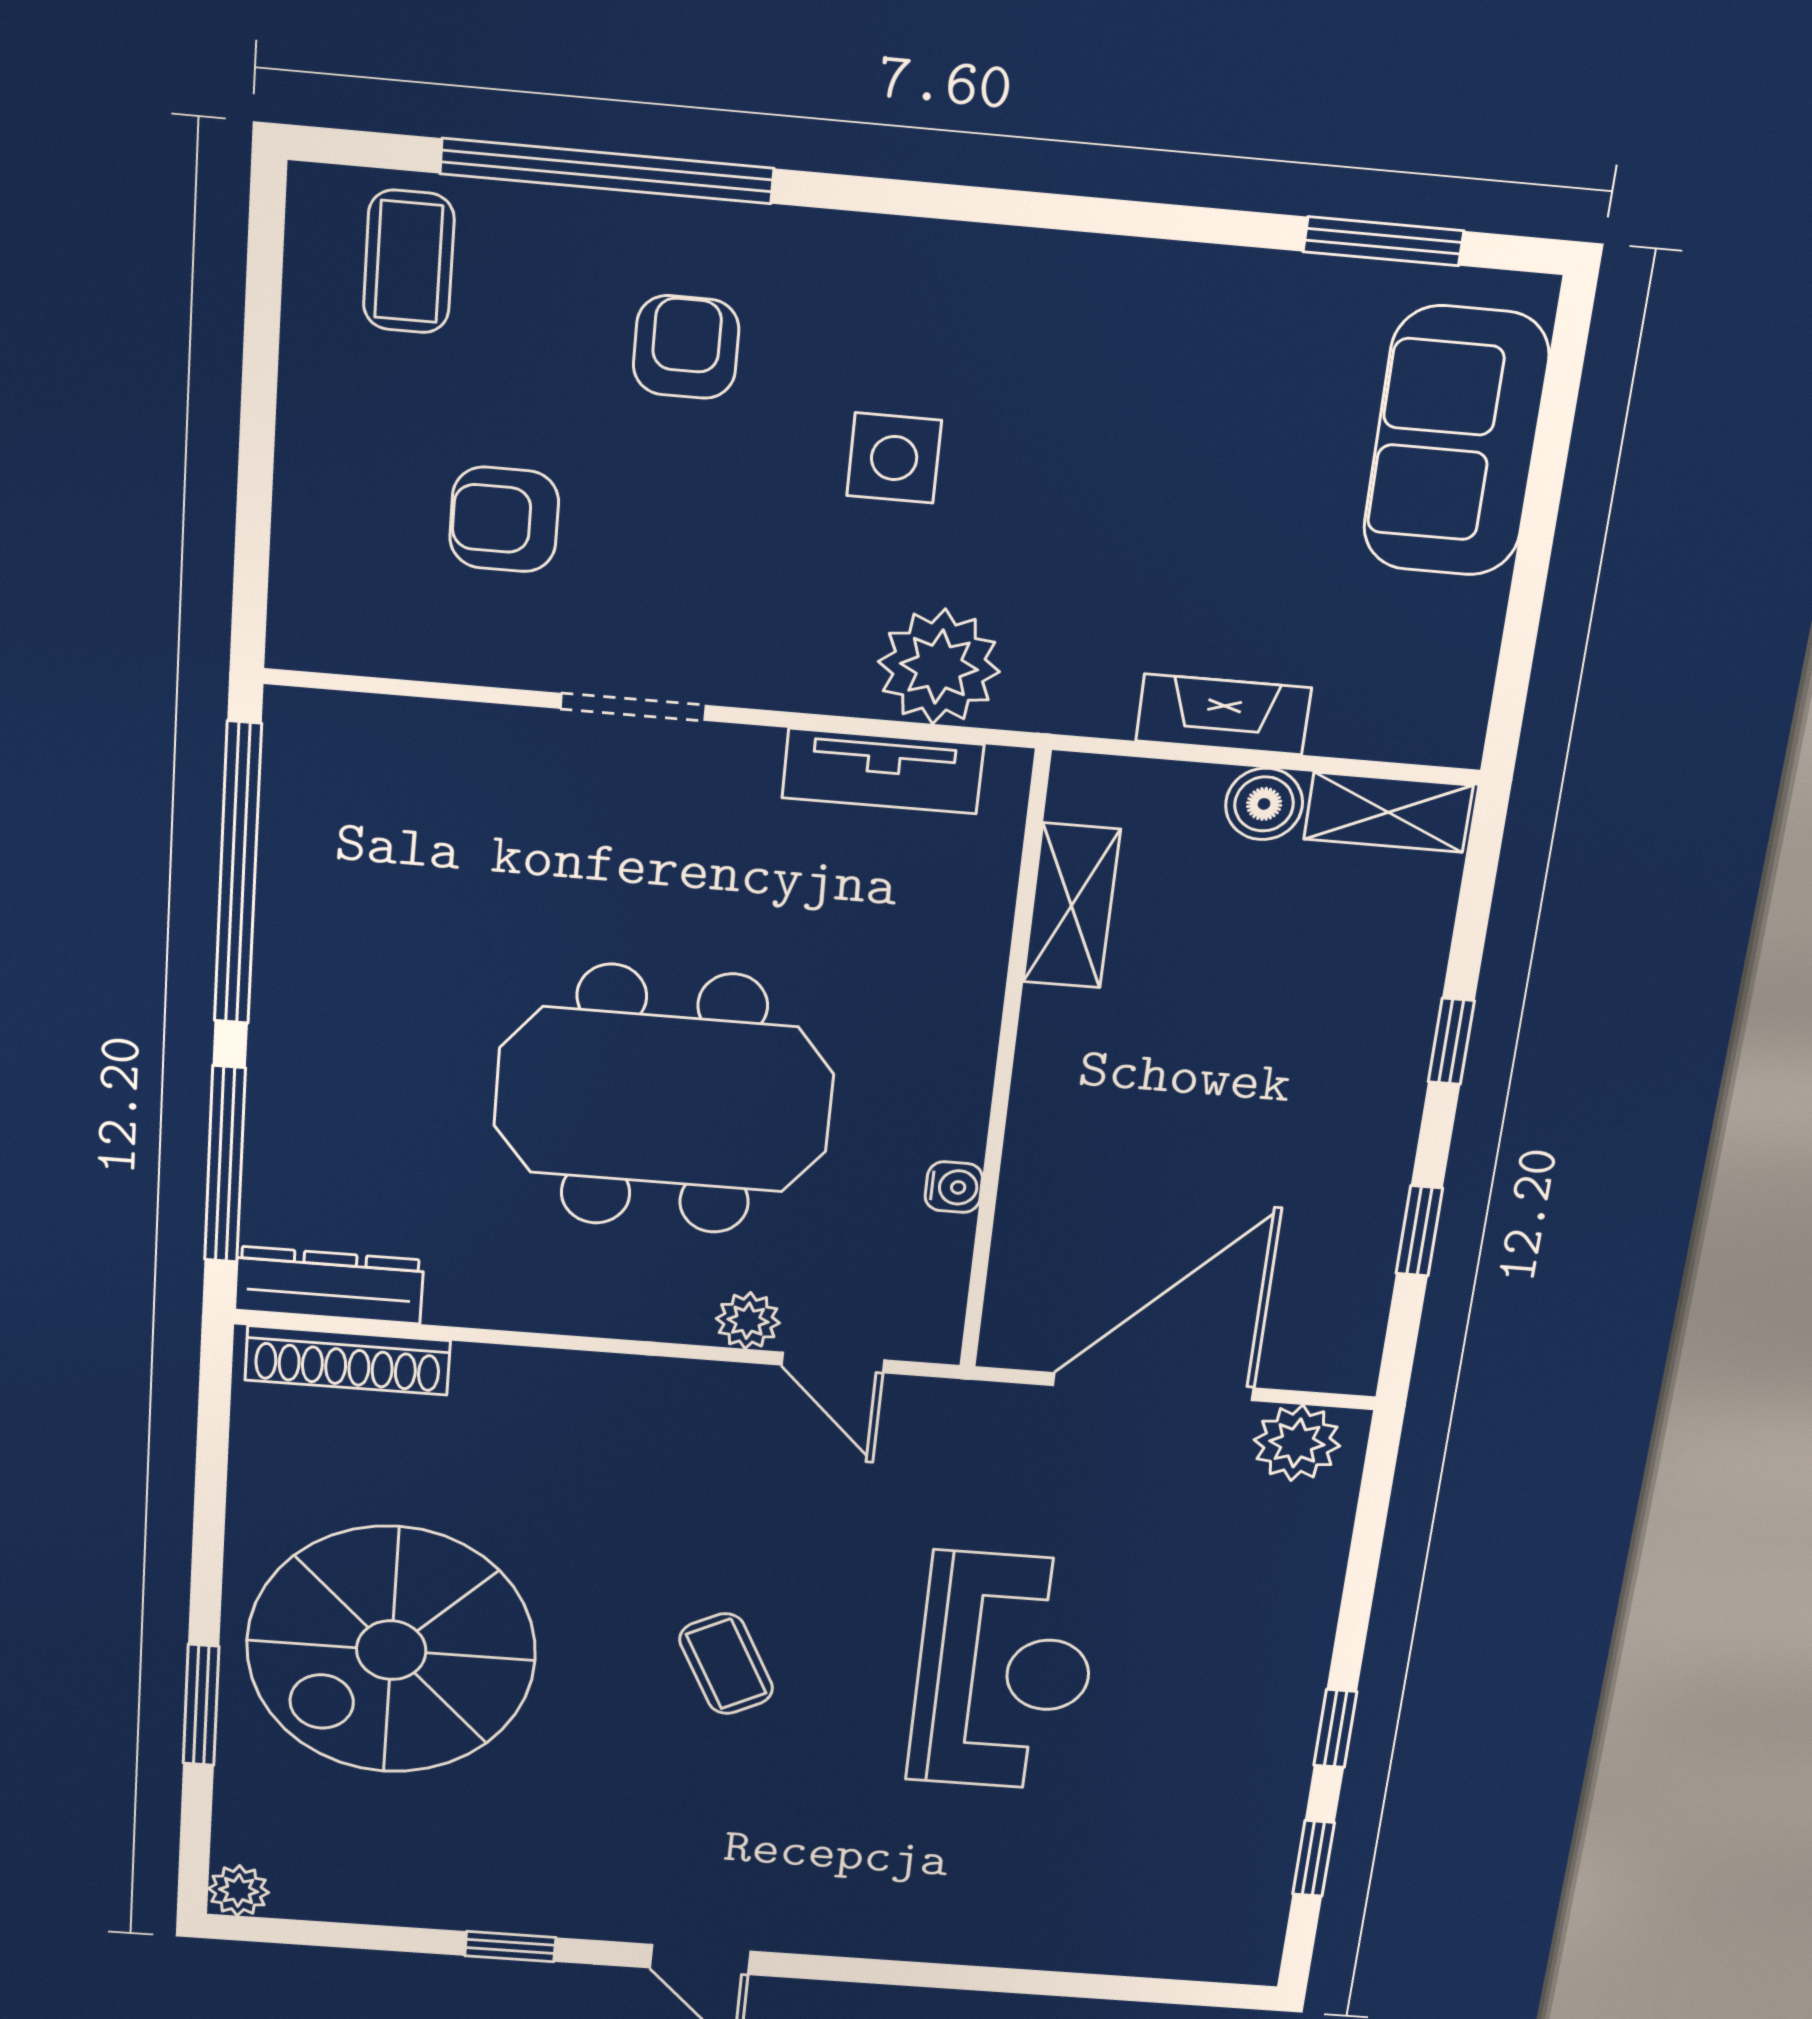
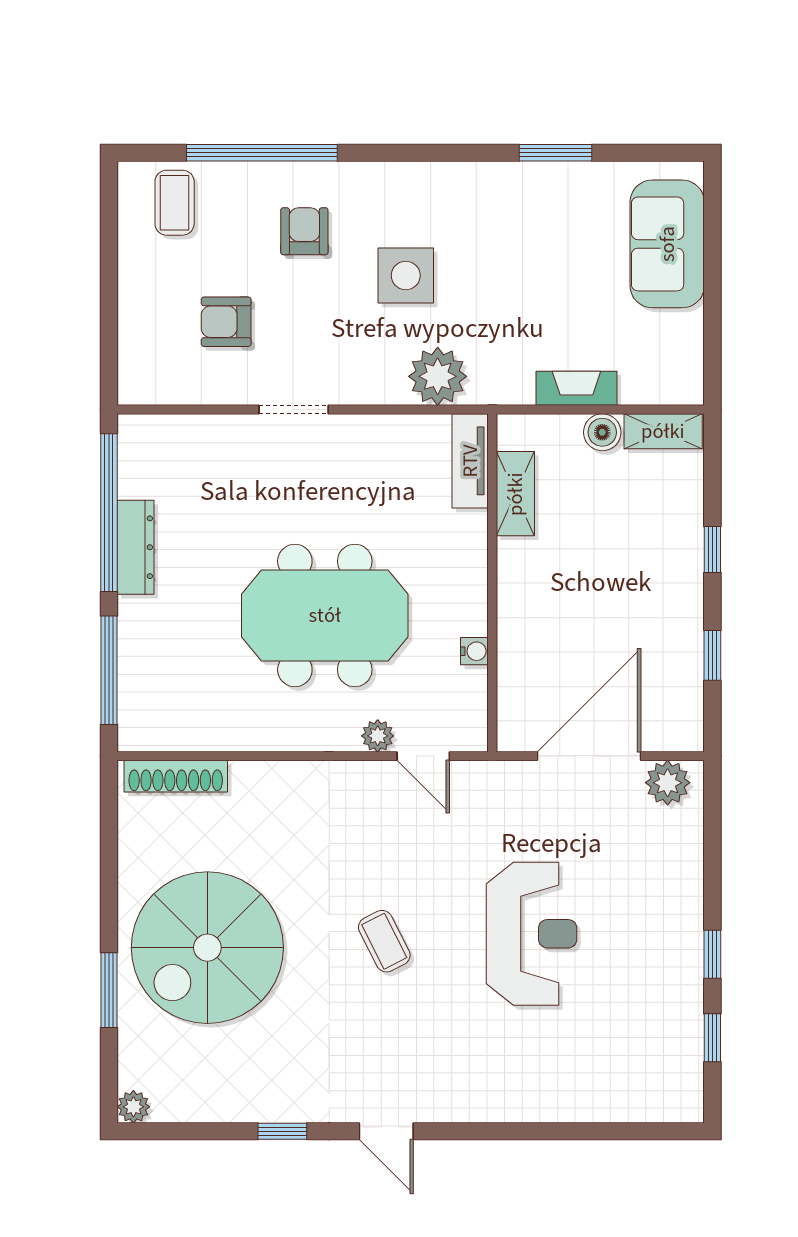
window: (1383, 241) -> (556, 153), moved
side table: (894, 458) -> (406, 275), width x1.37, depth x1.37
tv unit: (883, 771) -> (470, 461), moved, turned 90
dresser: (329, 1285) -> (135, 547), moved, turned 90

